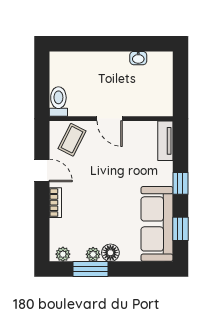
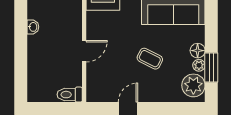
coffee table: (72, 140) -> (150, 59), moved
bookcase: (55, 203) -> (155, 97), removed
plant: (63, 254) -> (193, 85), width x1.88, depth x1.88

